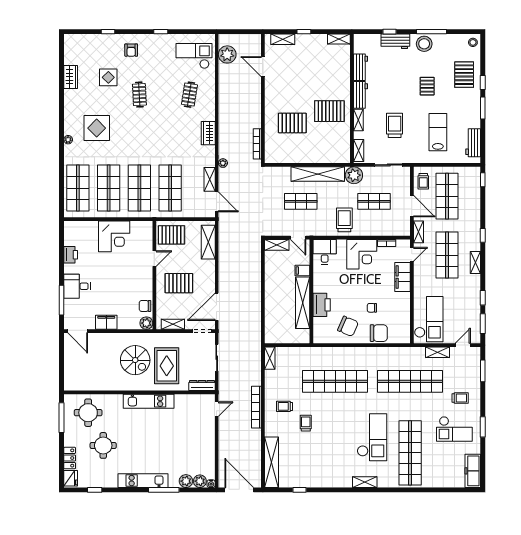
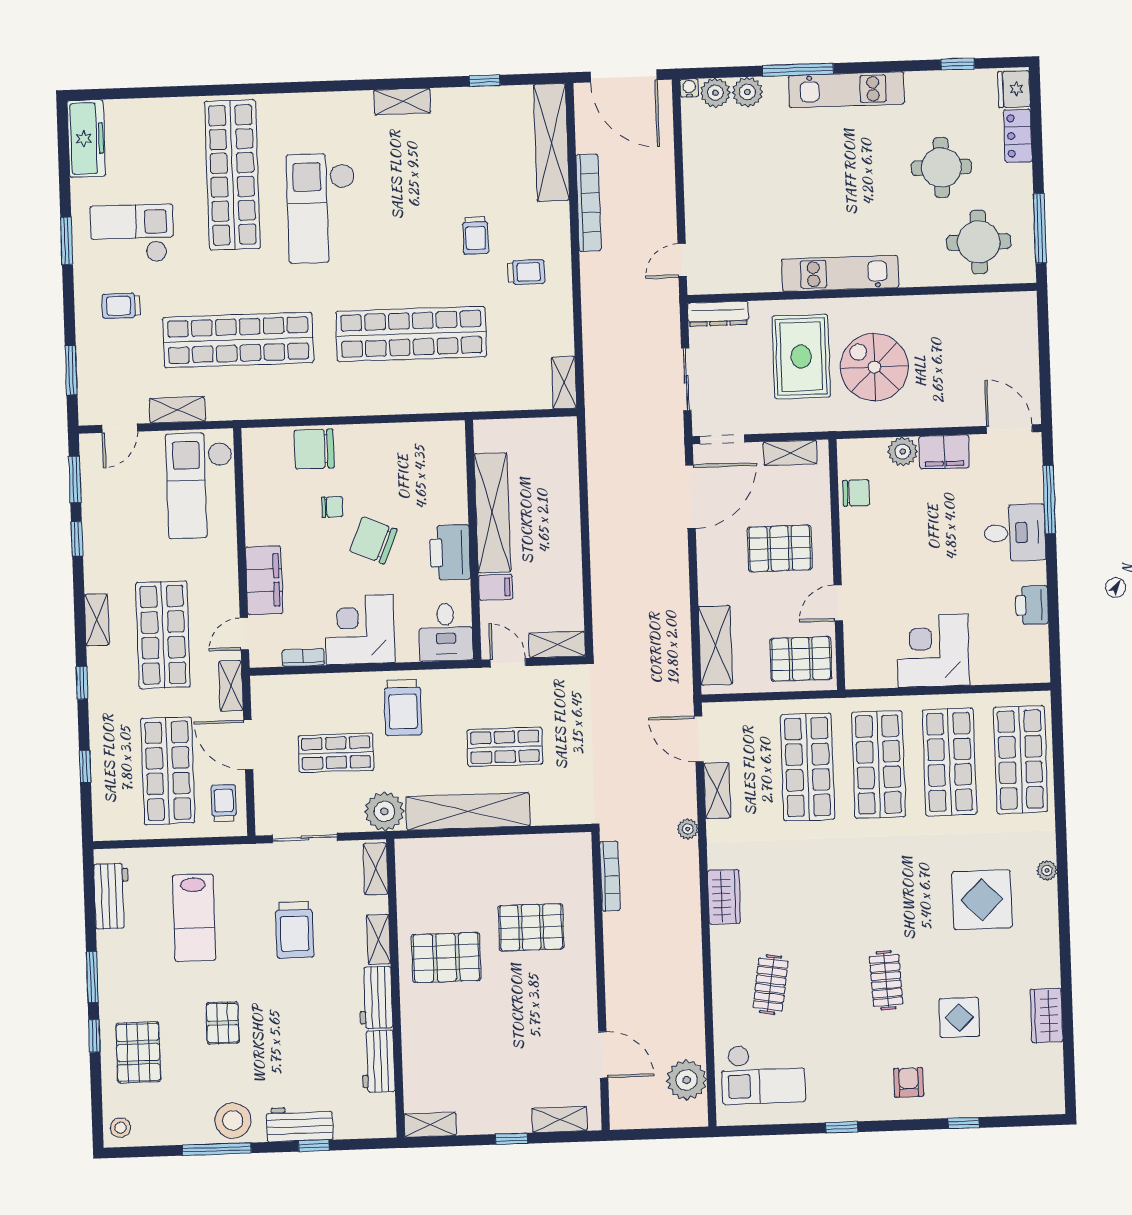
window: (483, 180) -> (85, 766), moved
printer: (322, 305) -> (450, 552), moved
plant: (146, 323) -> (903, 452), moved
chair: (348, 326) -> (373, 540), moved
bookcase: (256, 407) -> (588, 203), moved
shelving: (365, 482) -> (402, 101), moved

